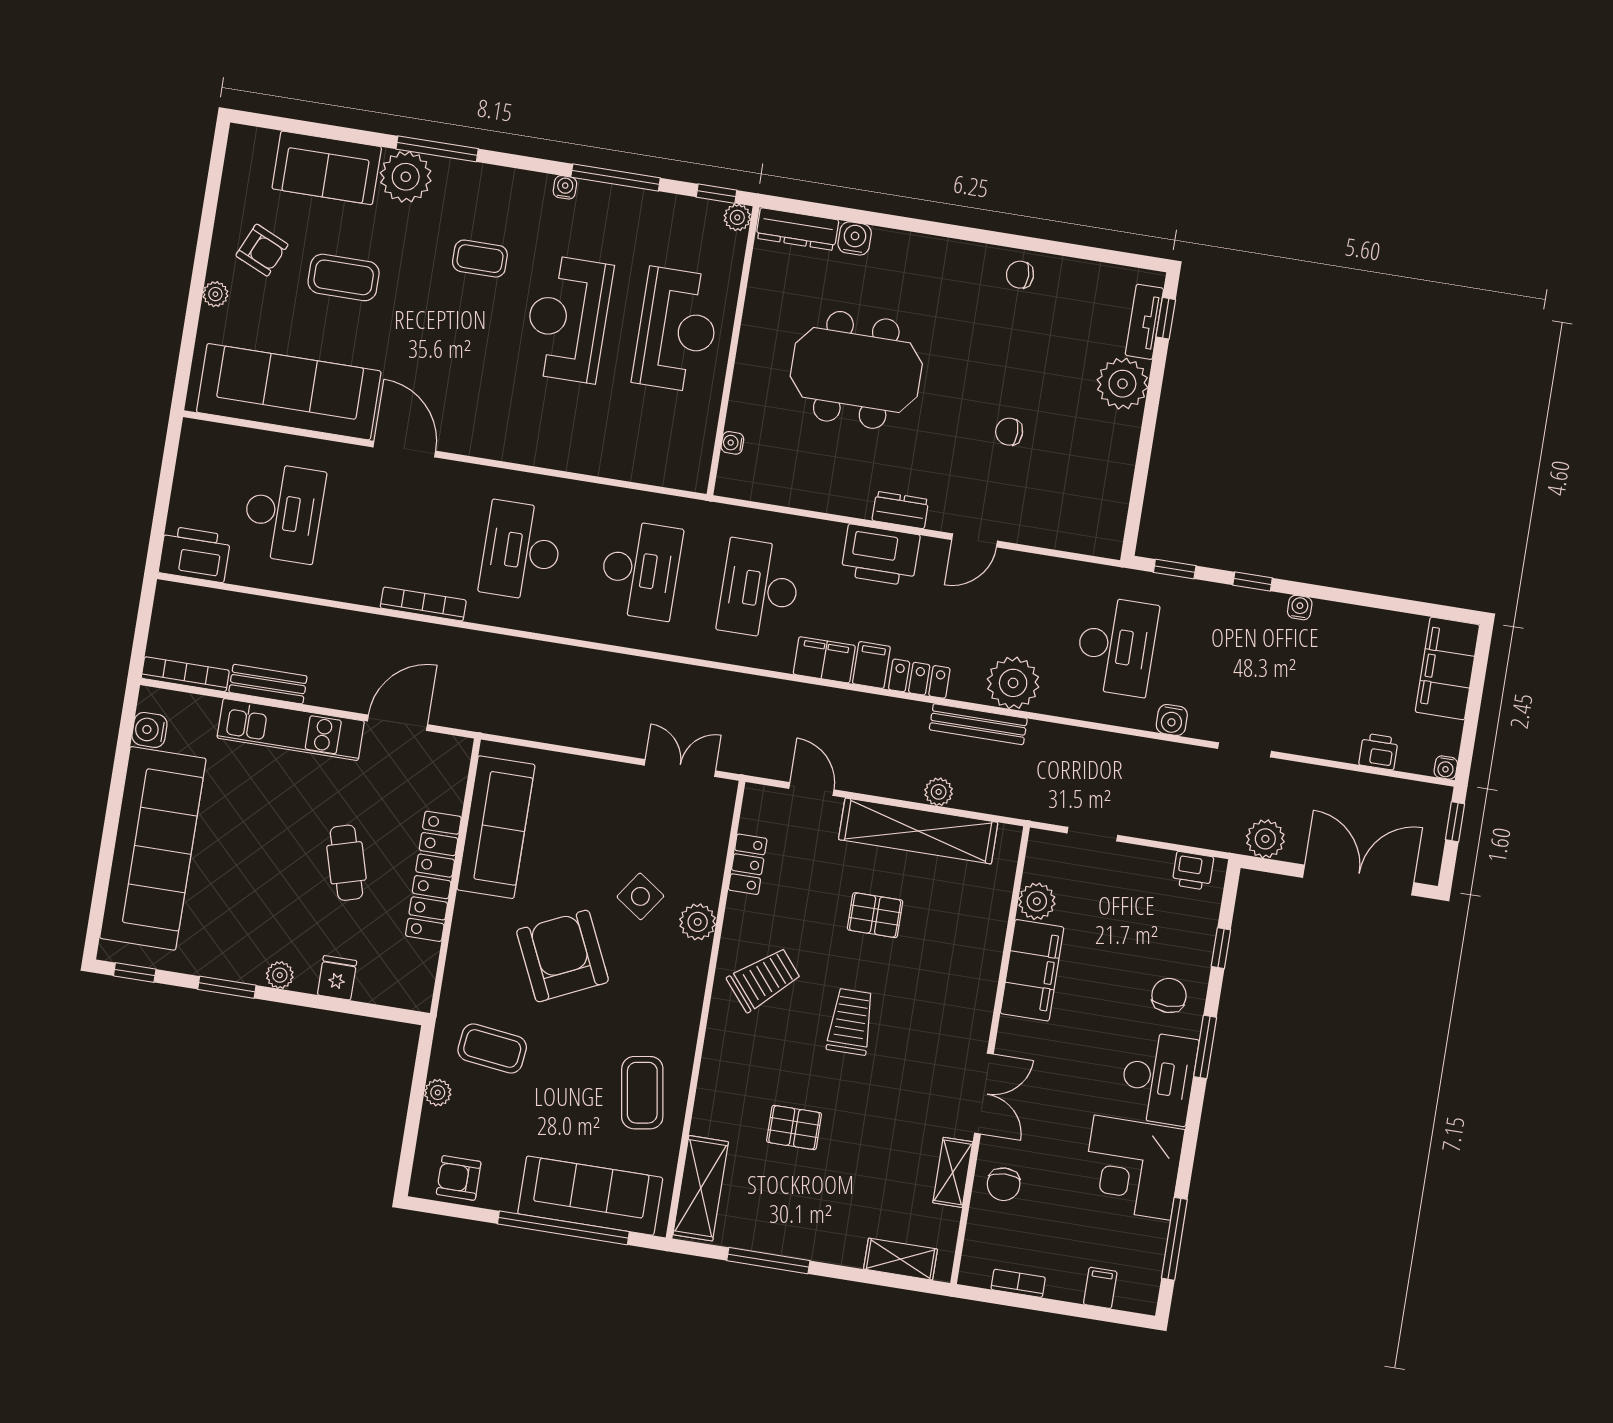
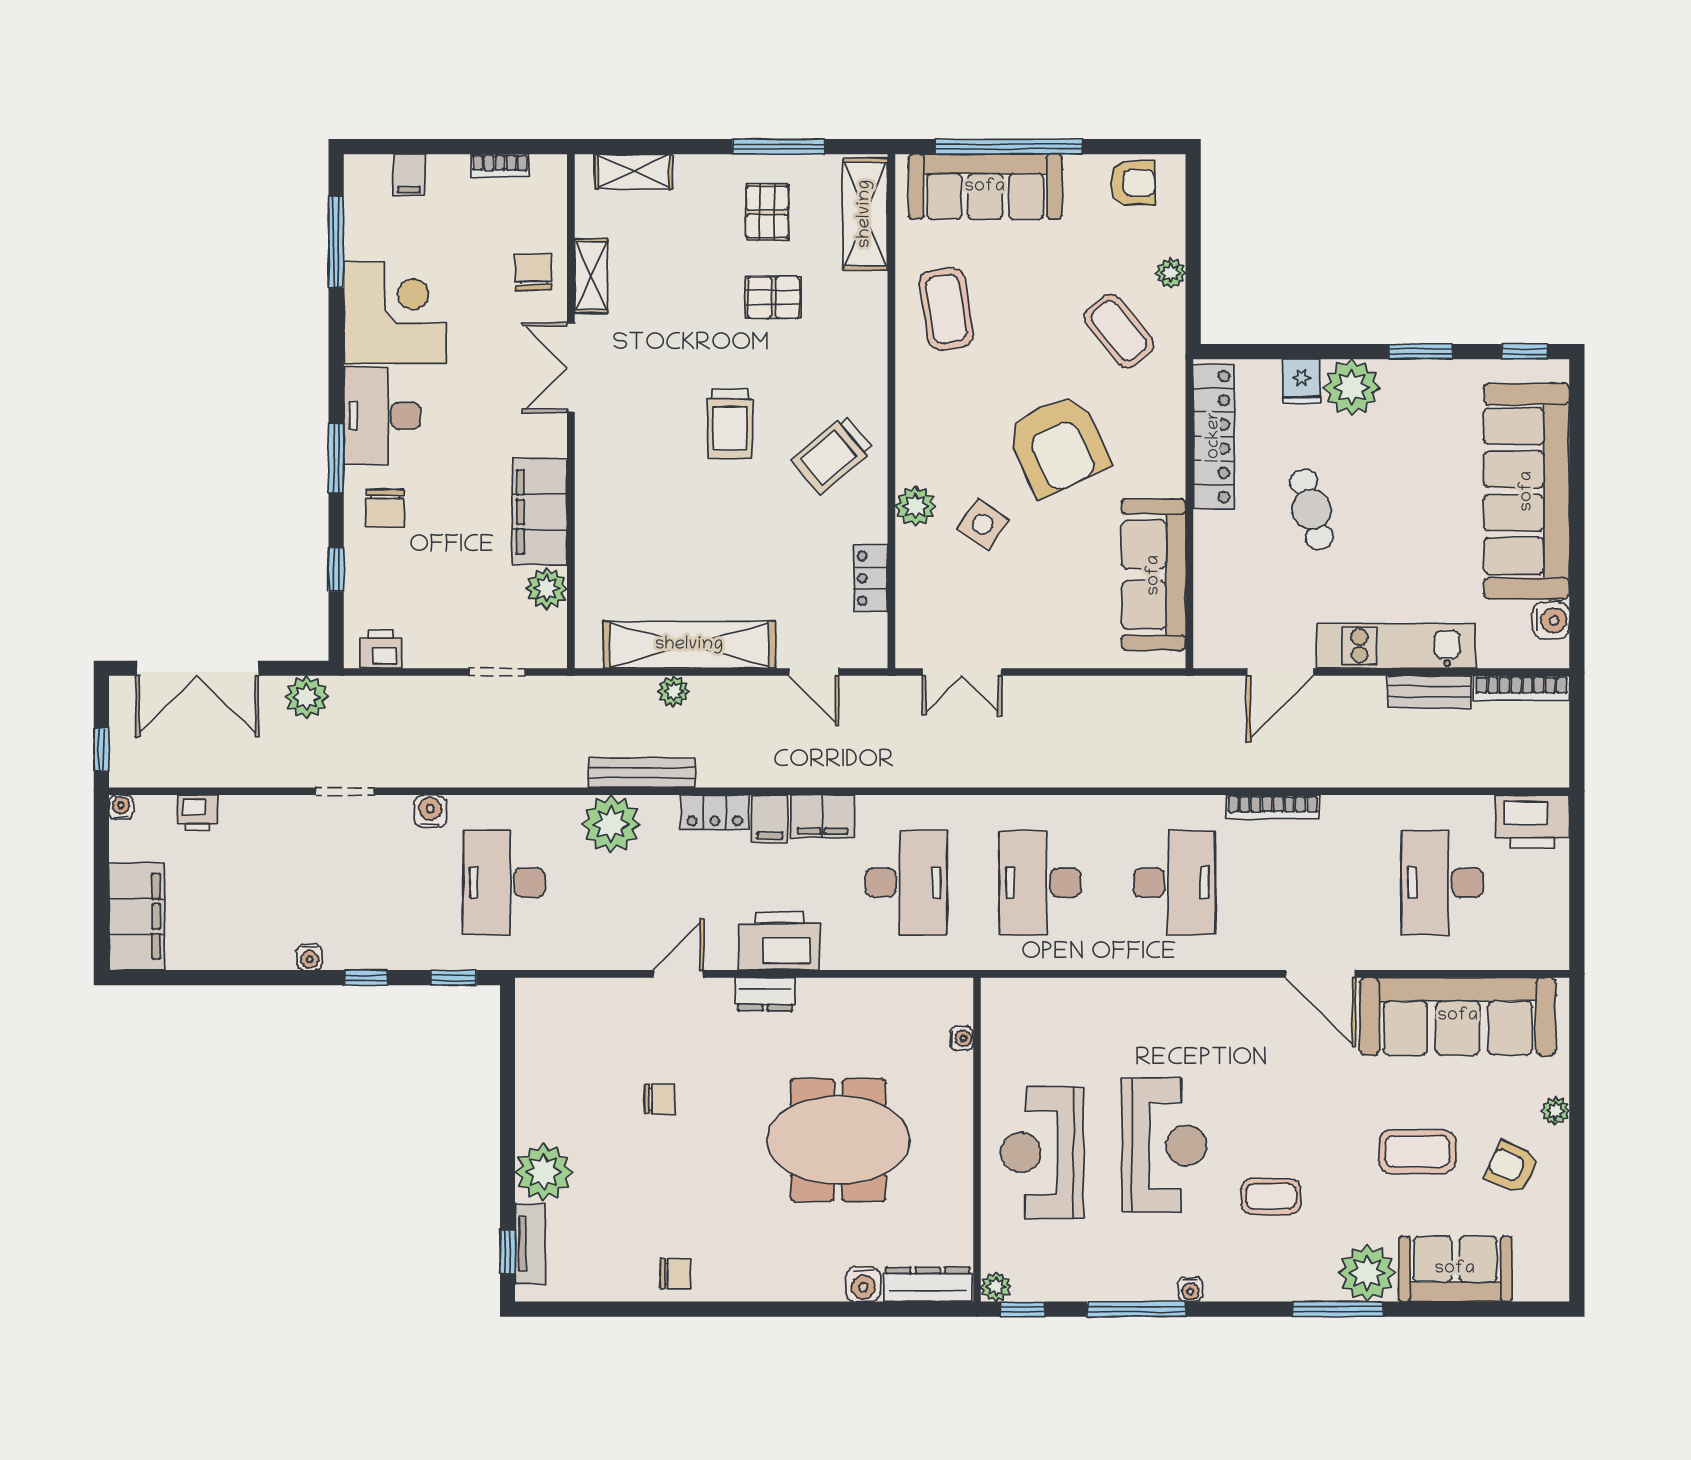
locker: (433, 876) -> (1214, 437), moved
pallet: (875, 915) -> (767, 212), moved, turned 90
plant: (280, 975) -> (1352, 387), width x1.88, depth x1.88
coffee table: (492, 1049) -> (1119, 331), turned 44

